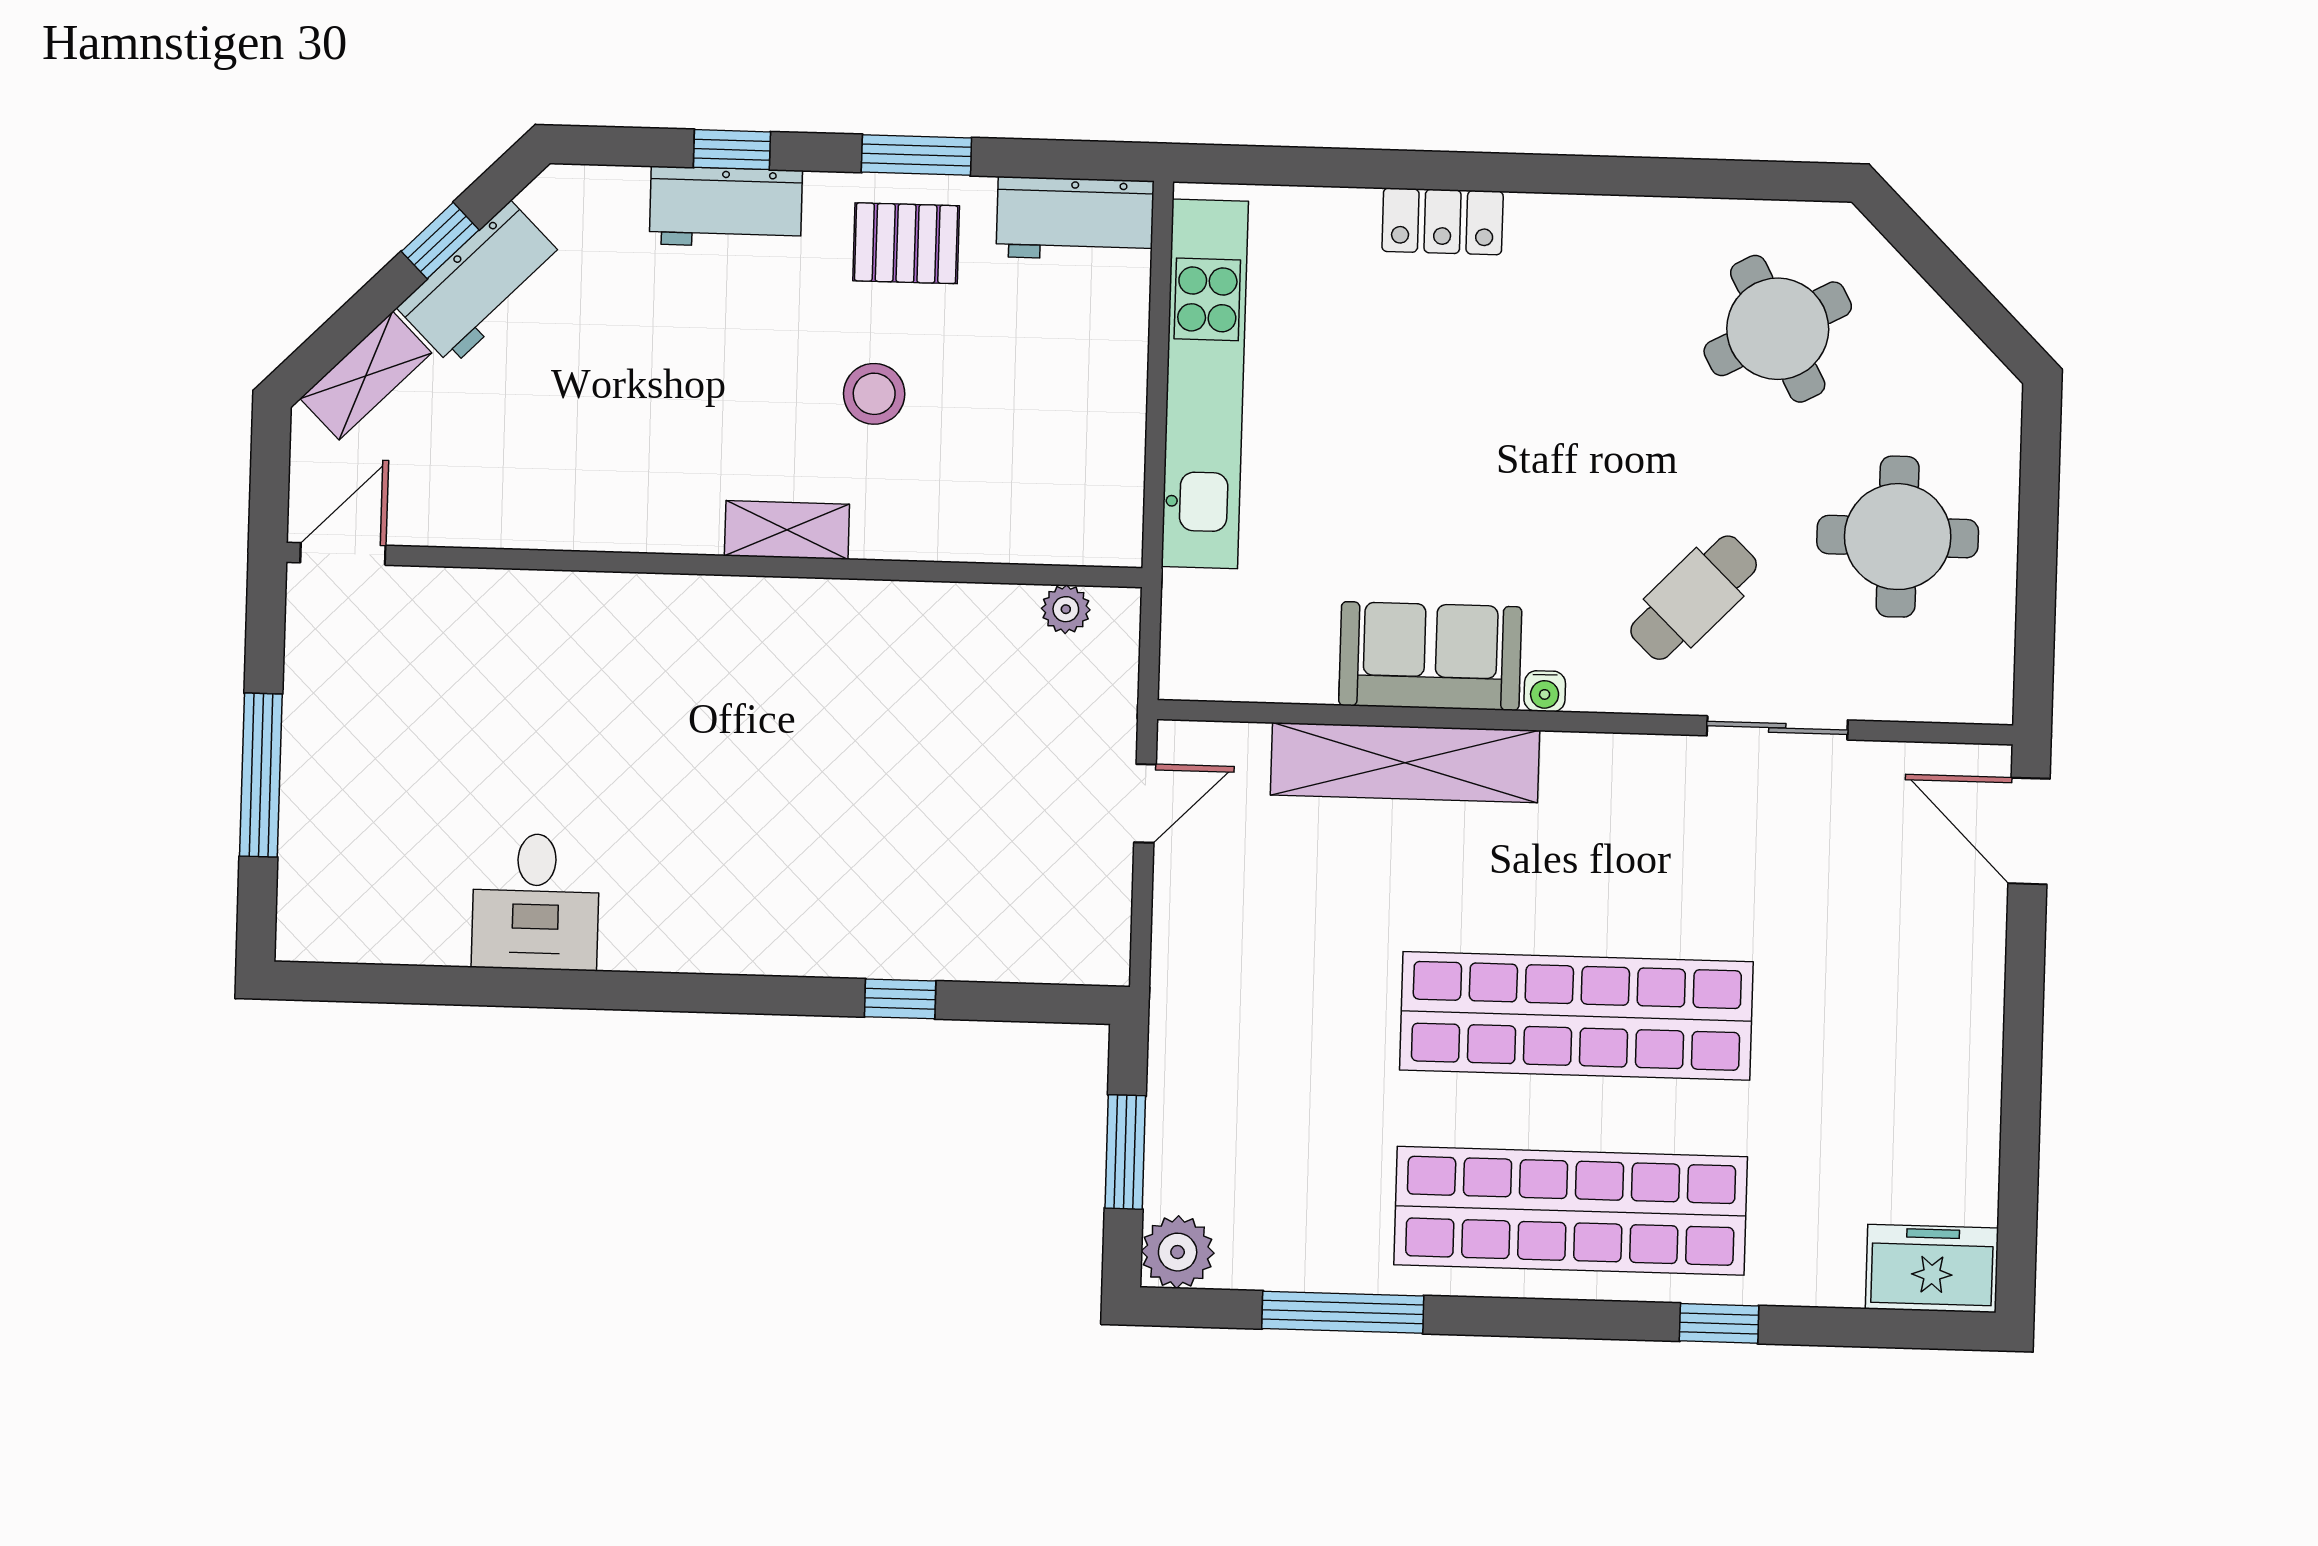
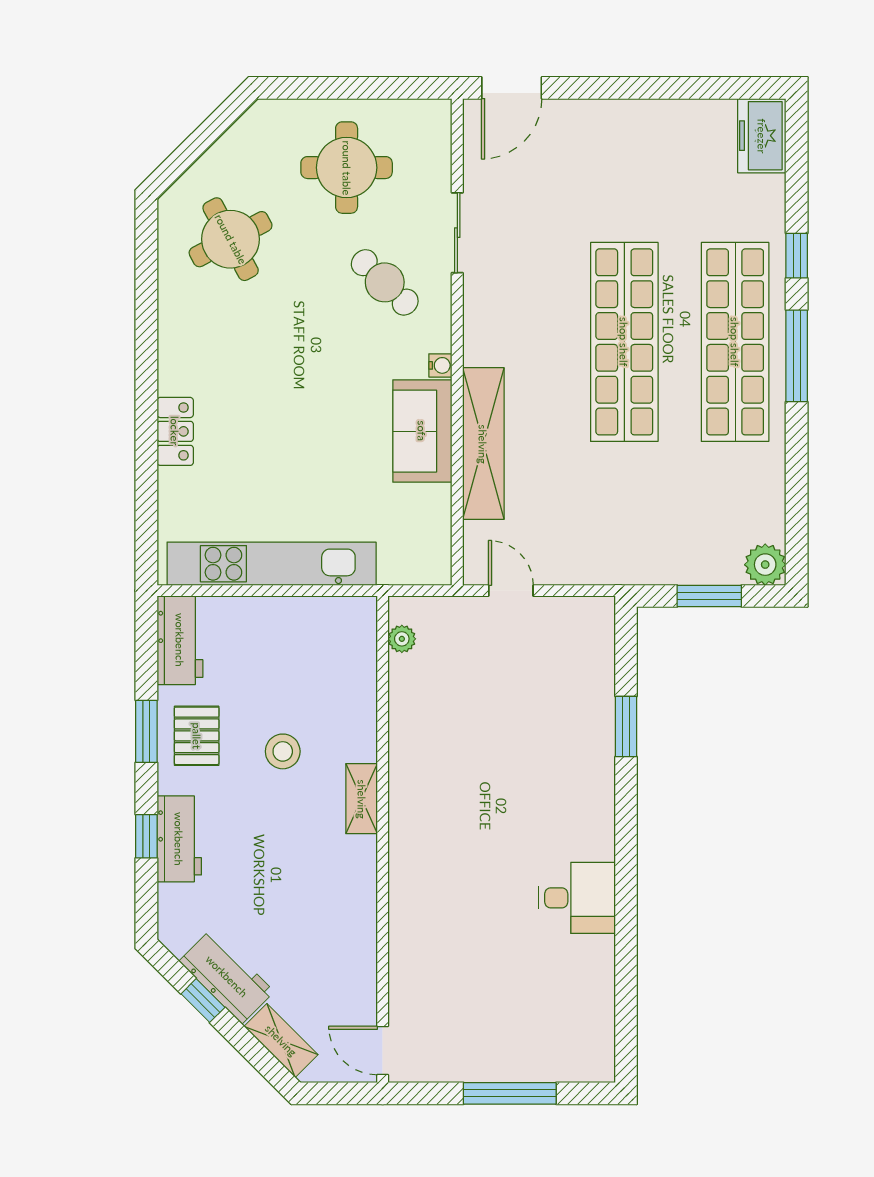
desk: (536, 902) -> (577, 898), moved
window: (900, 999) -> (626, 726), width x1.50
window: (1343, 1312) -> (797, 356), moved

